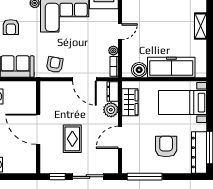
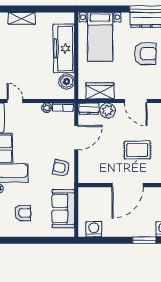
door: (120, 32) -> (15, 101), moved
armchair: (166, 147) -> (145, 54), turned 180

